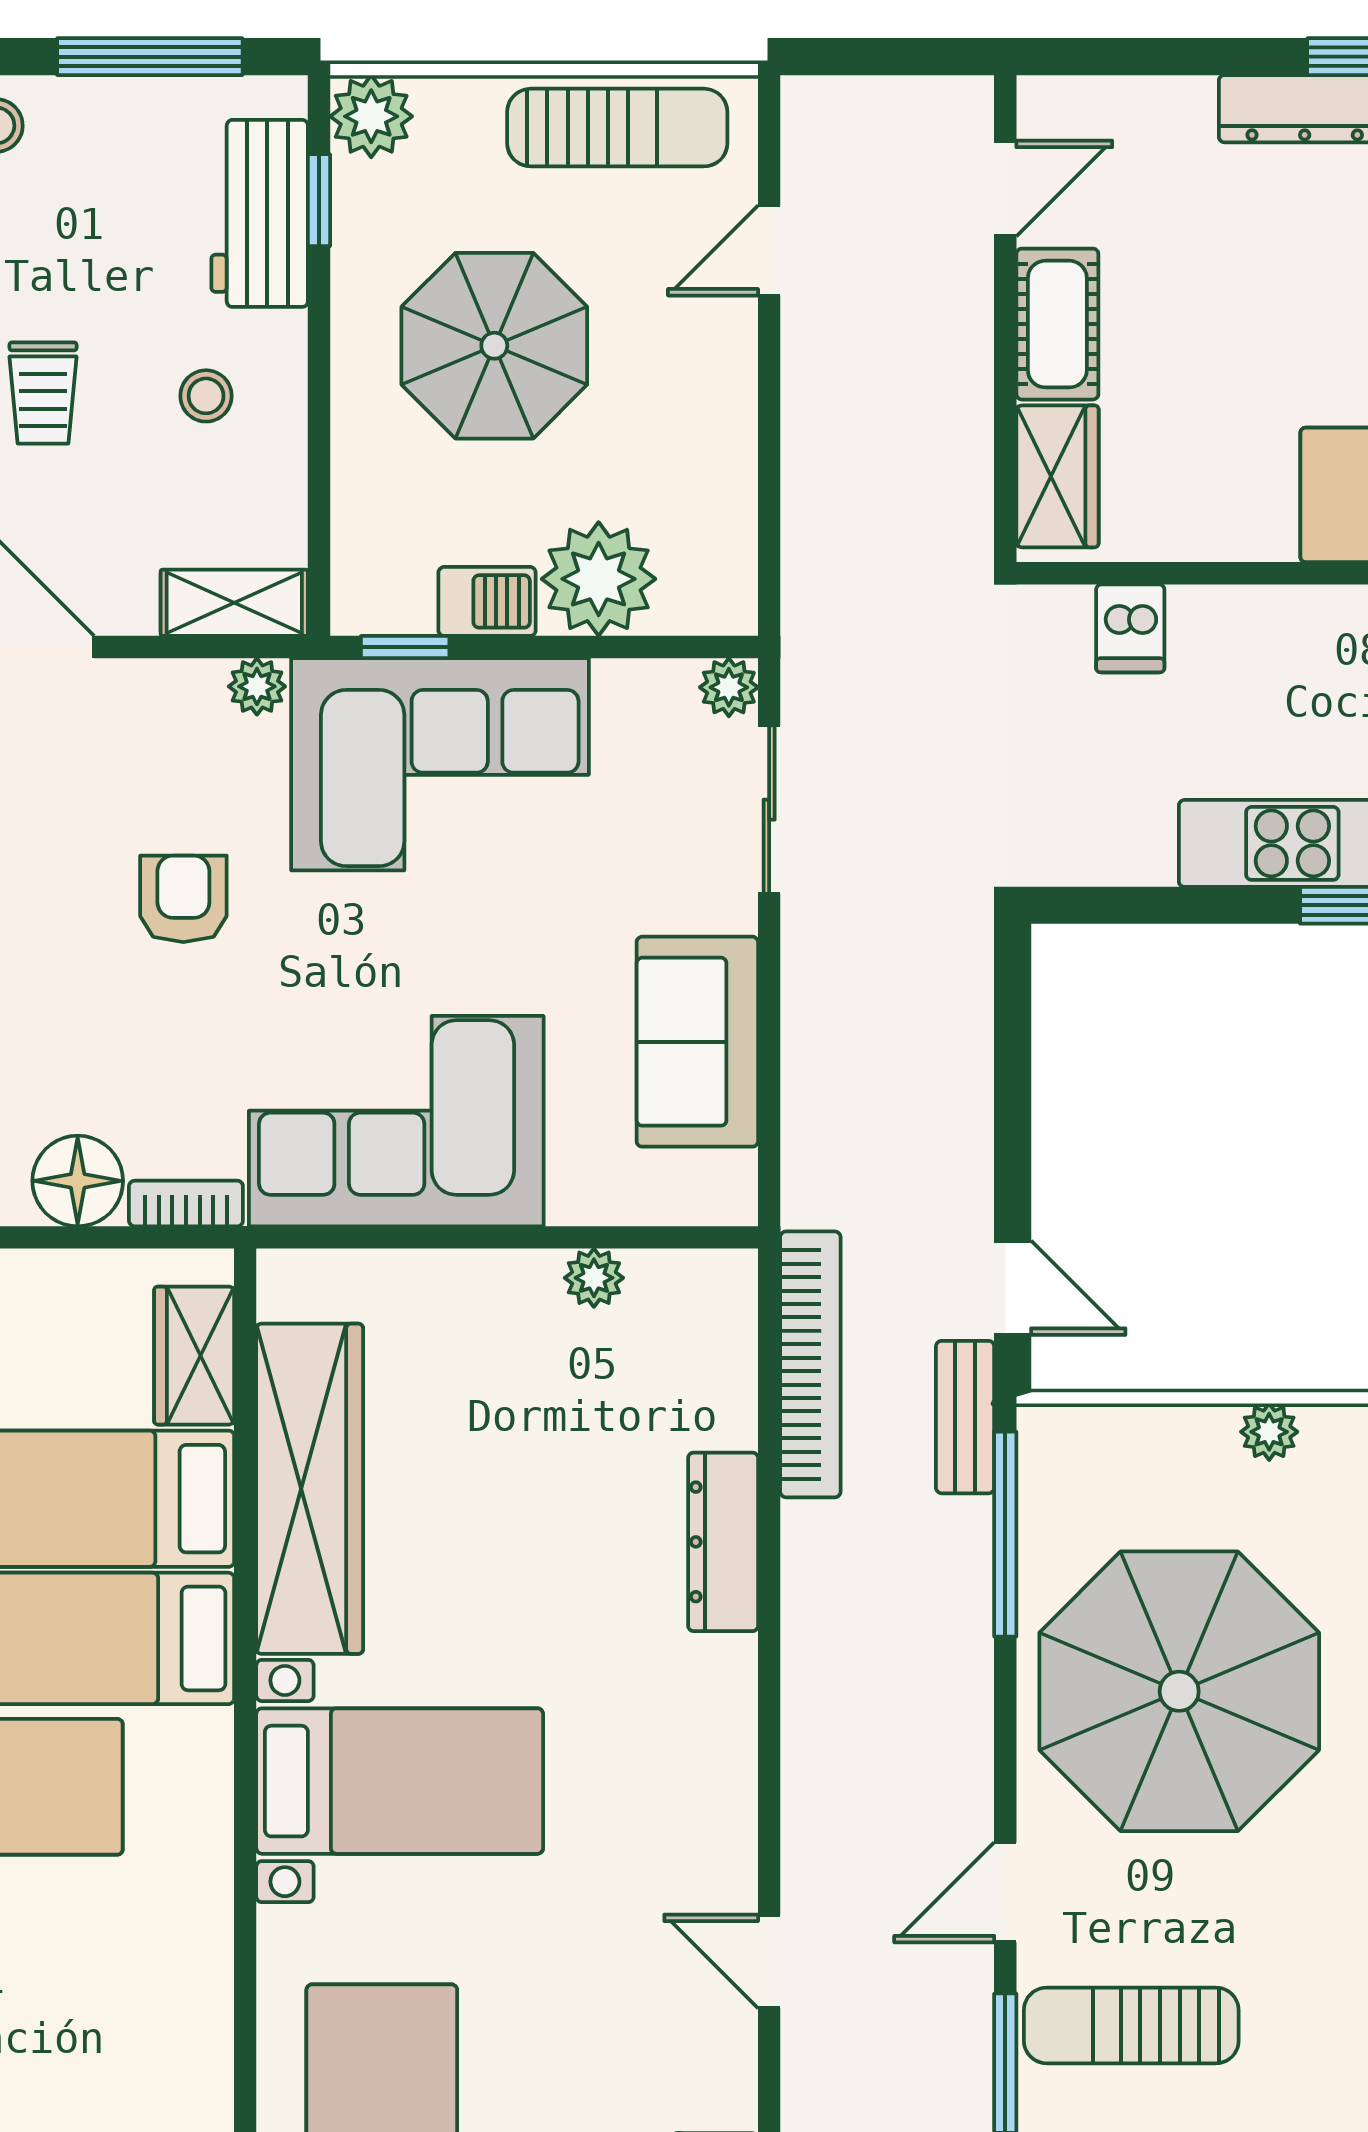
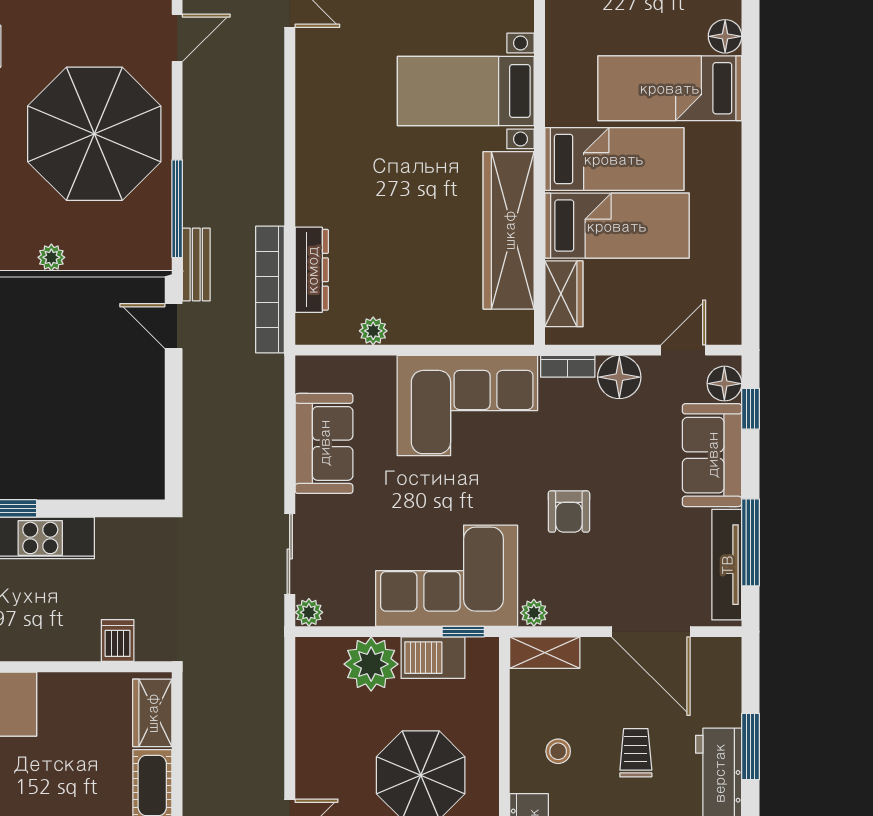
barbecue: (487, 601) -> (433, 658), width x1.38, depth x1.27
dresser: (723, 1542) -> (312, 270), moved

